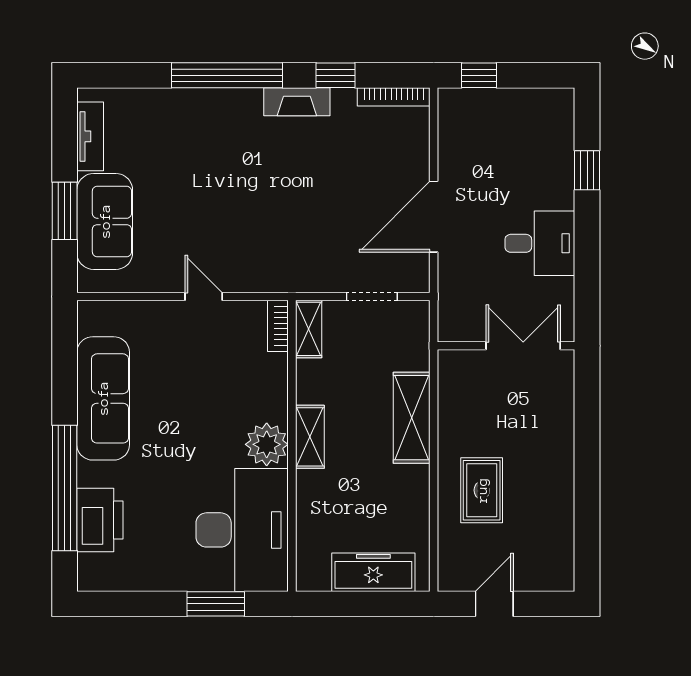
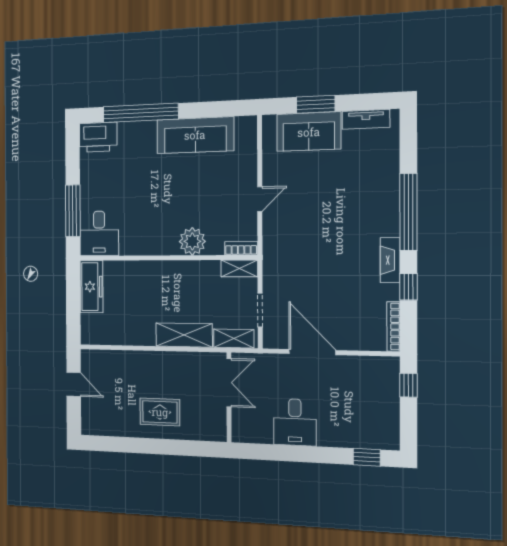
window: (587, 170) -> (367, 457), moved
double door: (523, 346) -> (229, 383), moved
shelving: (310, 437) -> (234, 339), moved
plant: (267, 444) -> (192, 241), moved
rug: (482, 490) -> (160, 412), moved
printer: (100, 520) -> (98, 137), moved
desk: (242, 530) -> (99, 234), width x0.53, depth x0.77
freezer: (373, 572) -> (91, 287), moved
window: (216, 604) -> (73, 211), width x1.44

